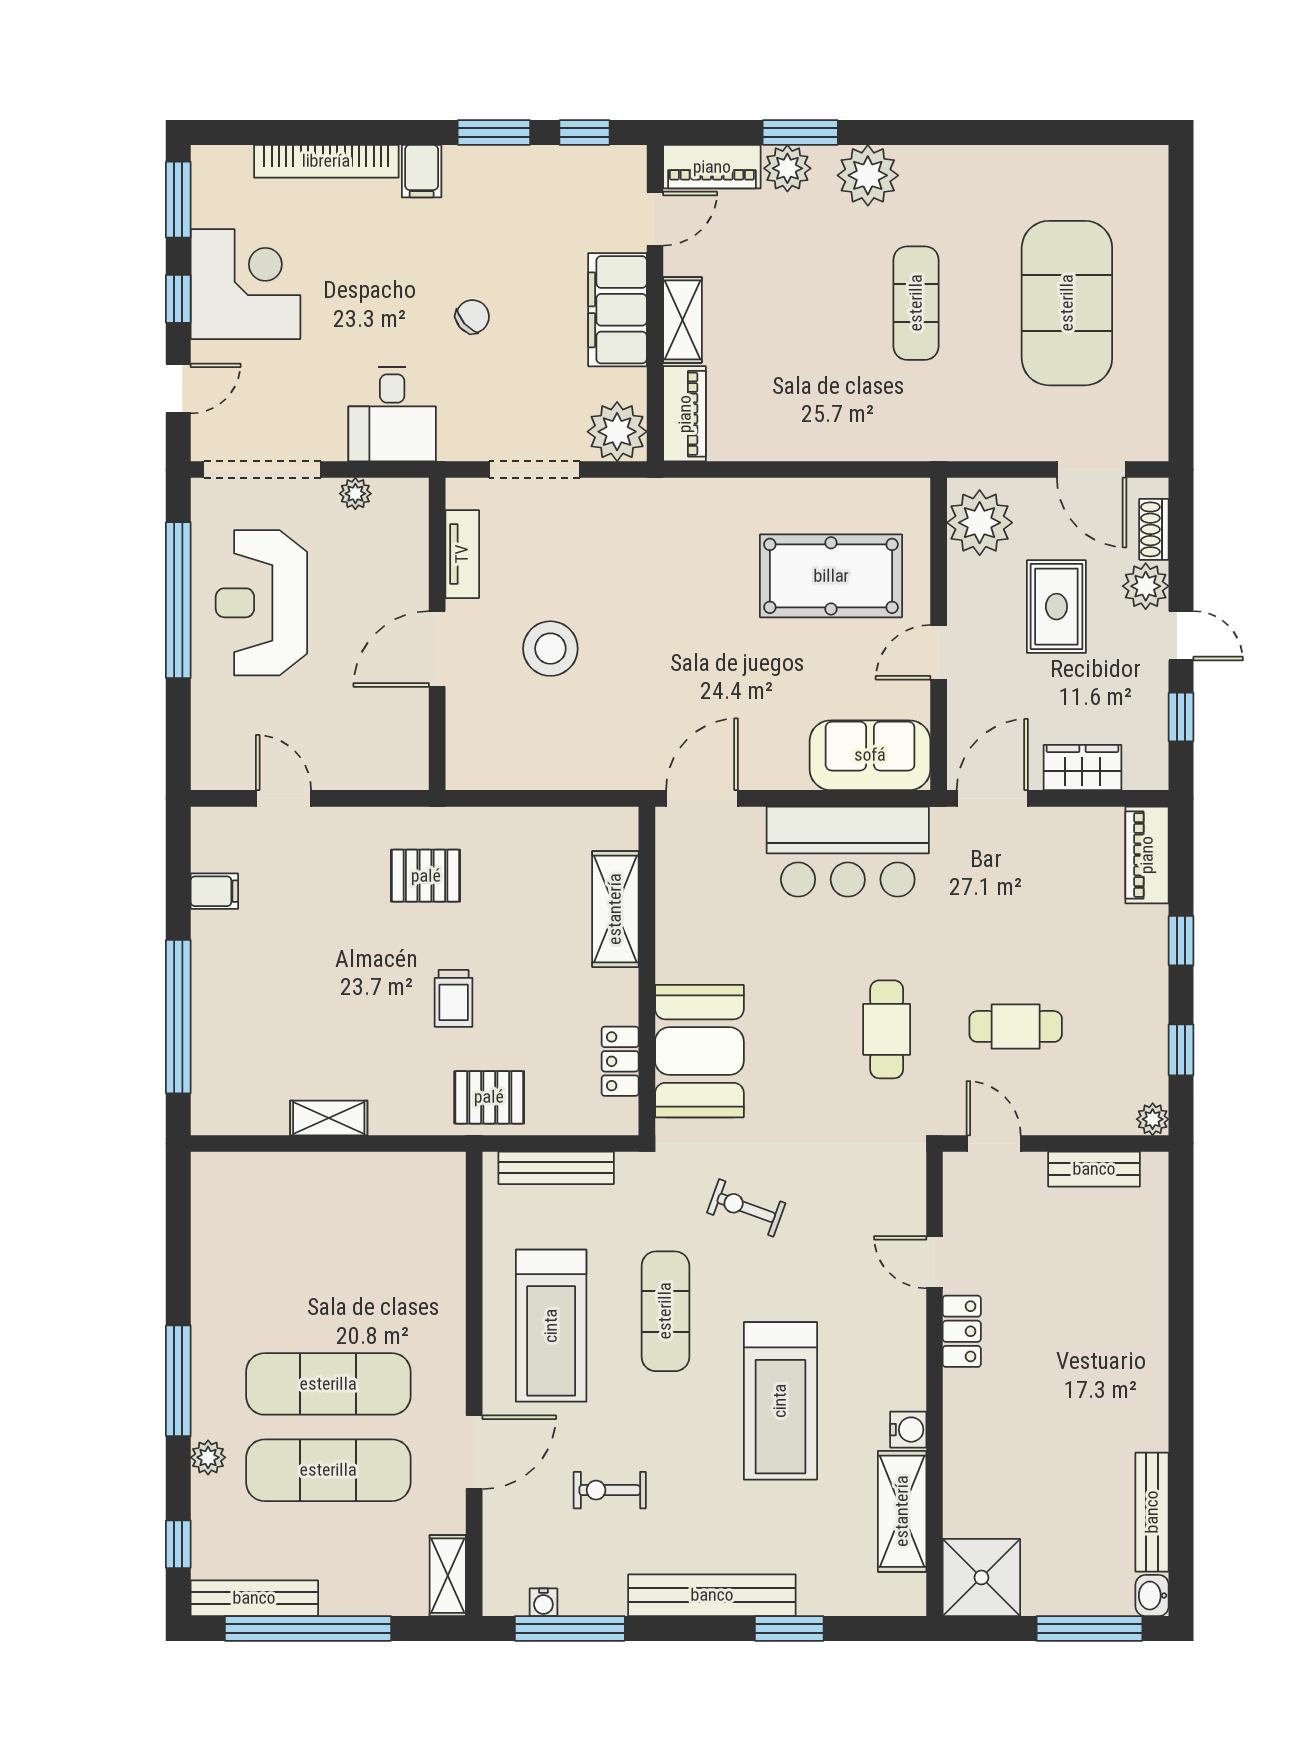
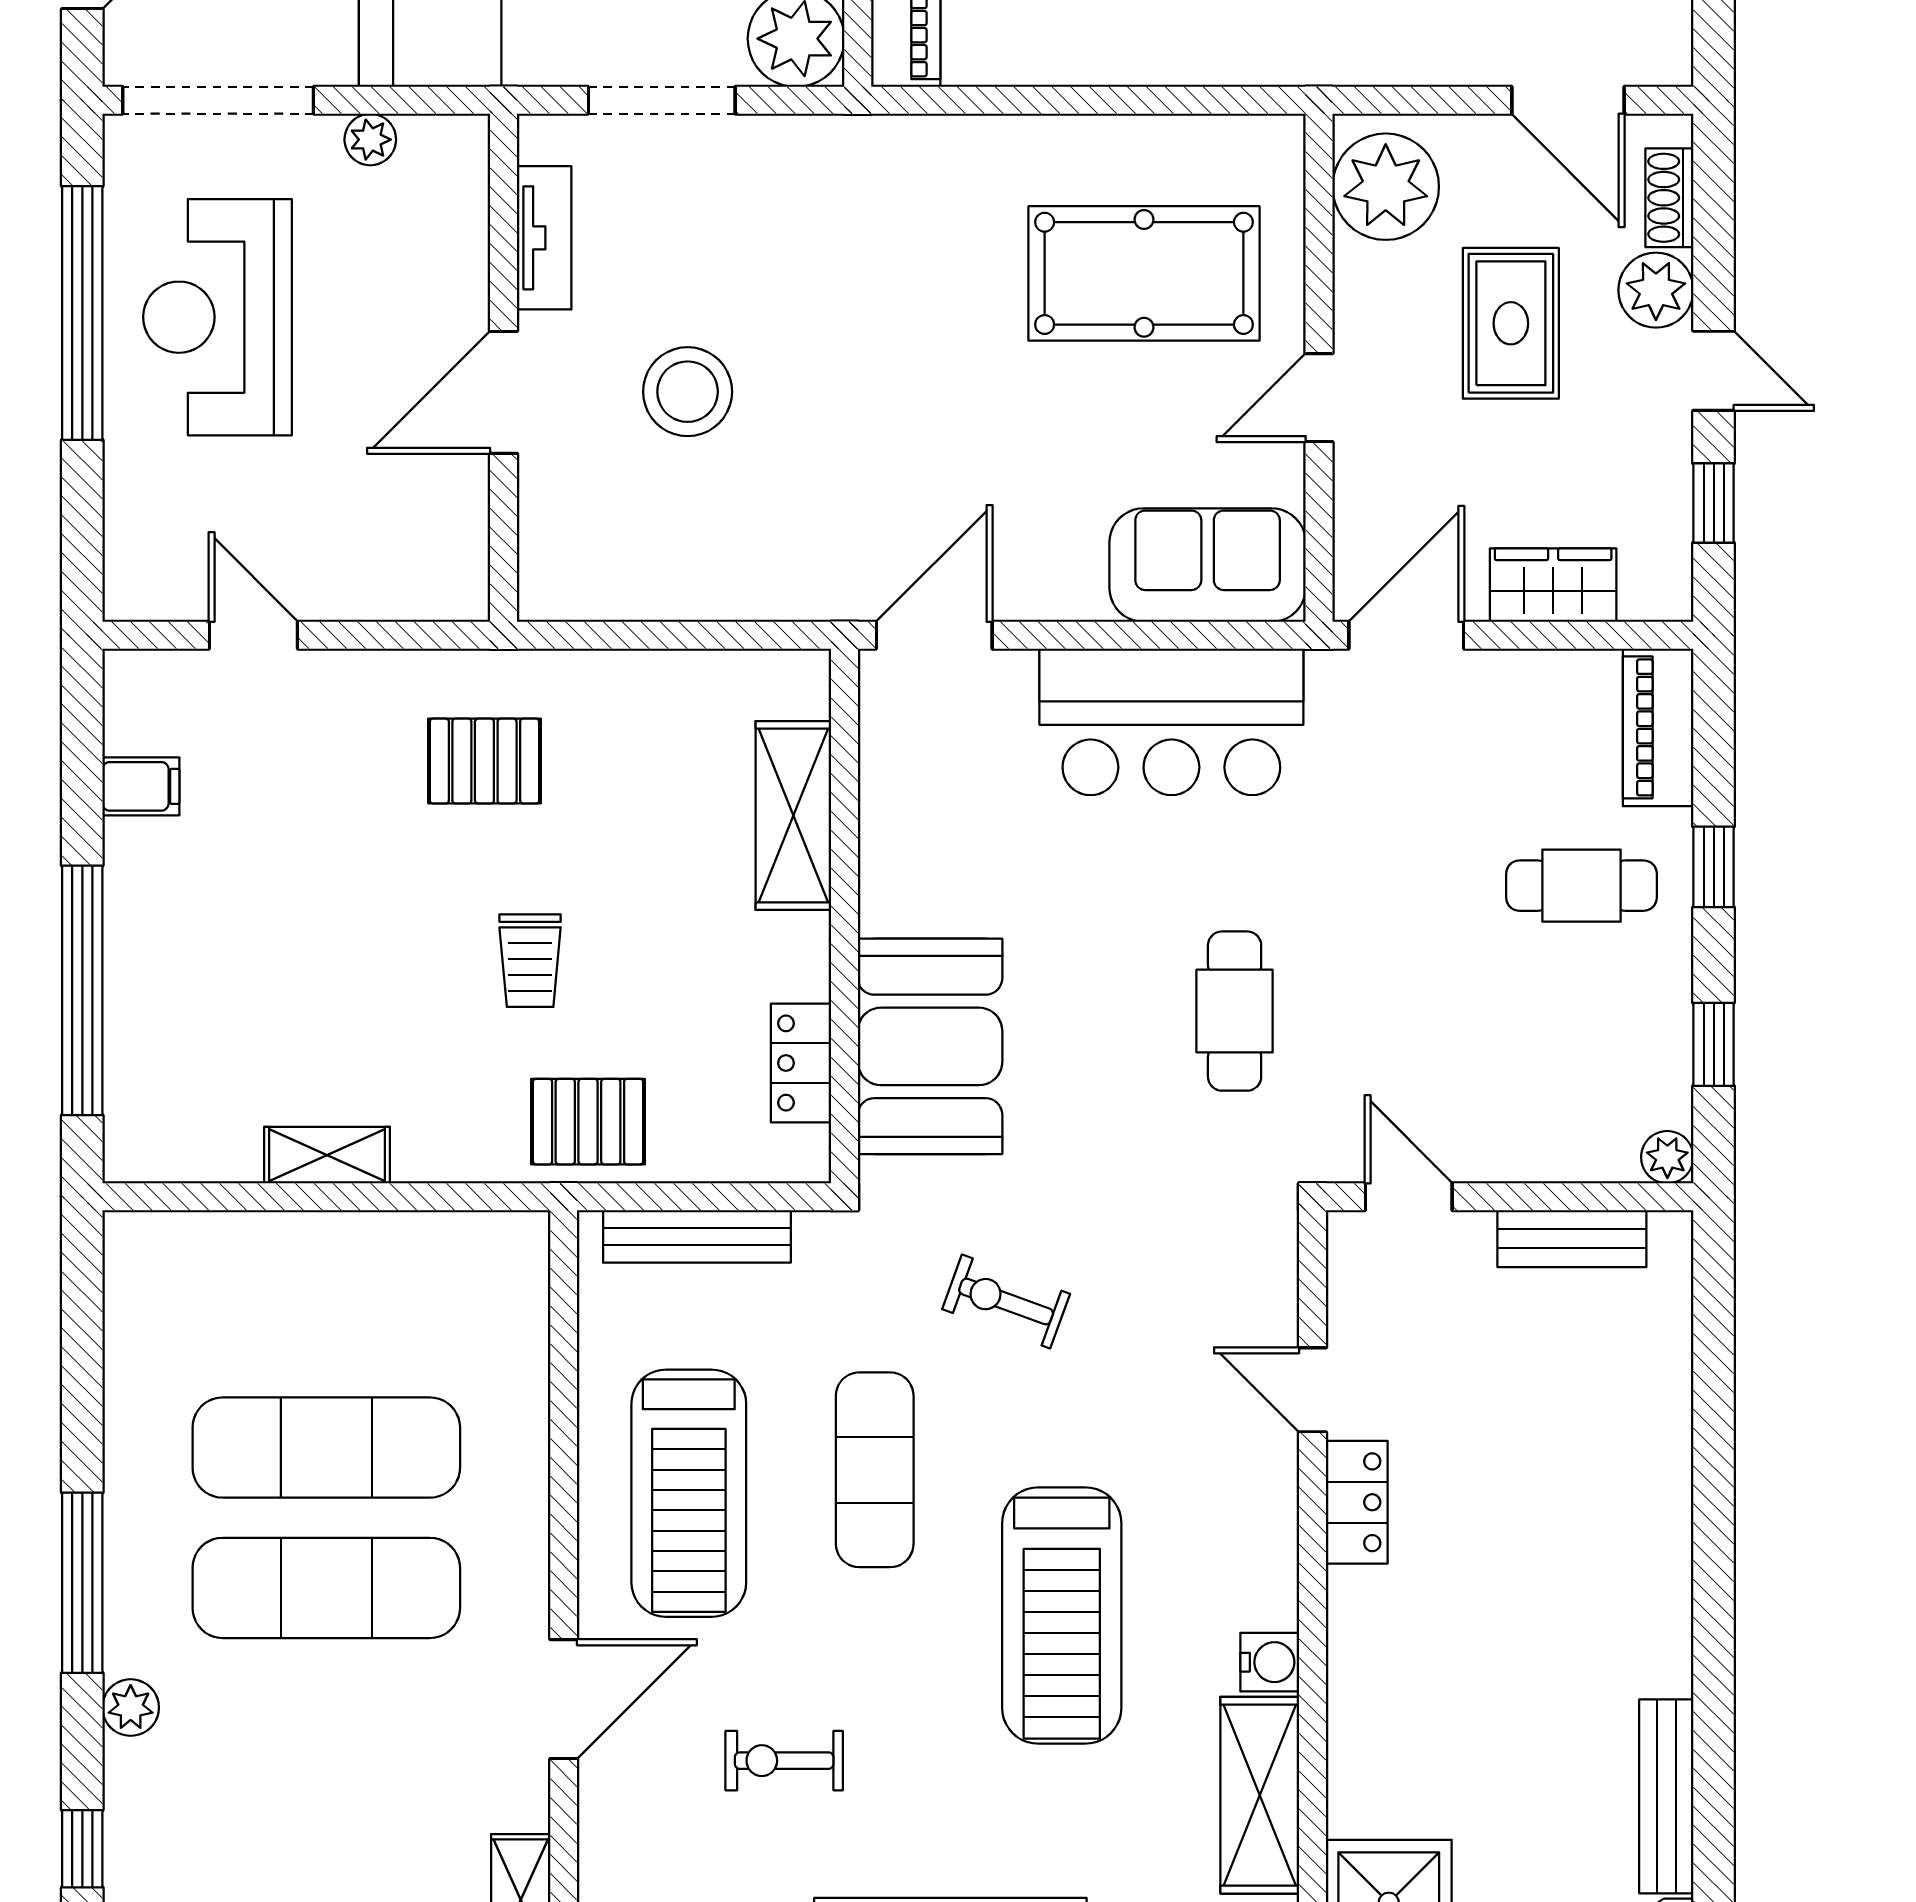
cafe table: (1016, 1026) -> (1581, 886), moved
exercise mat: (328, 1470) -> (326, 1448), moved

